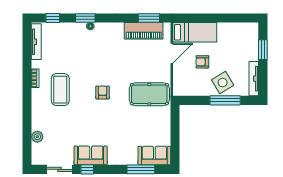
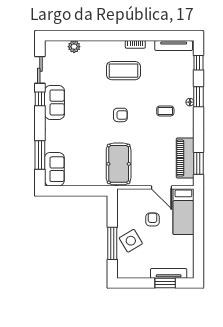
coffee table: (99, 50) -> (165, 111), added
tv unit: (254, 79) -> (169, 273), moved

